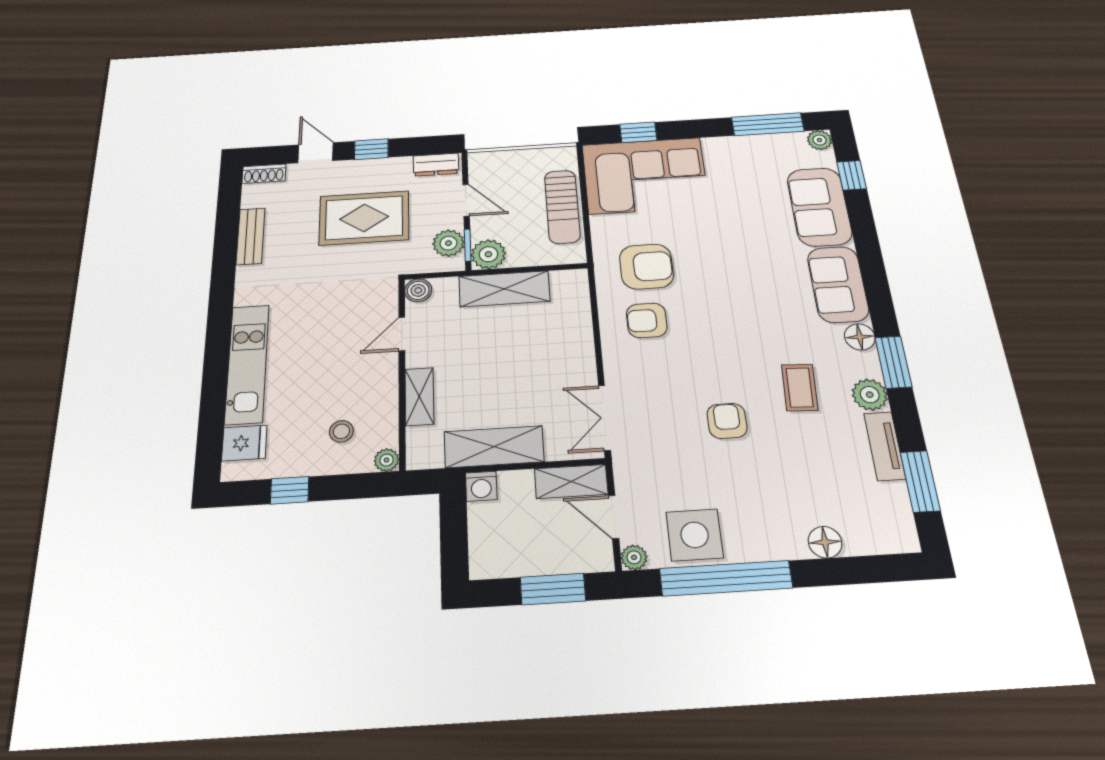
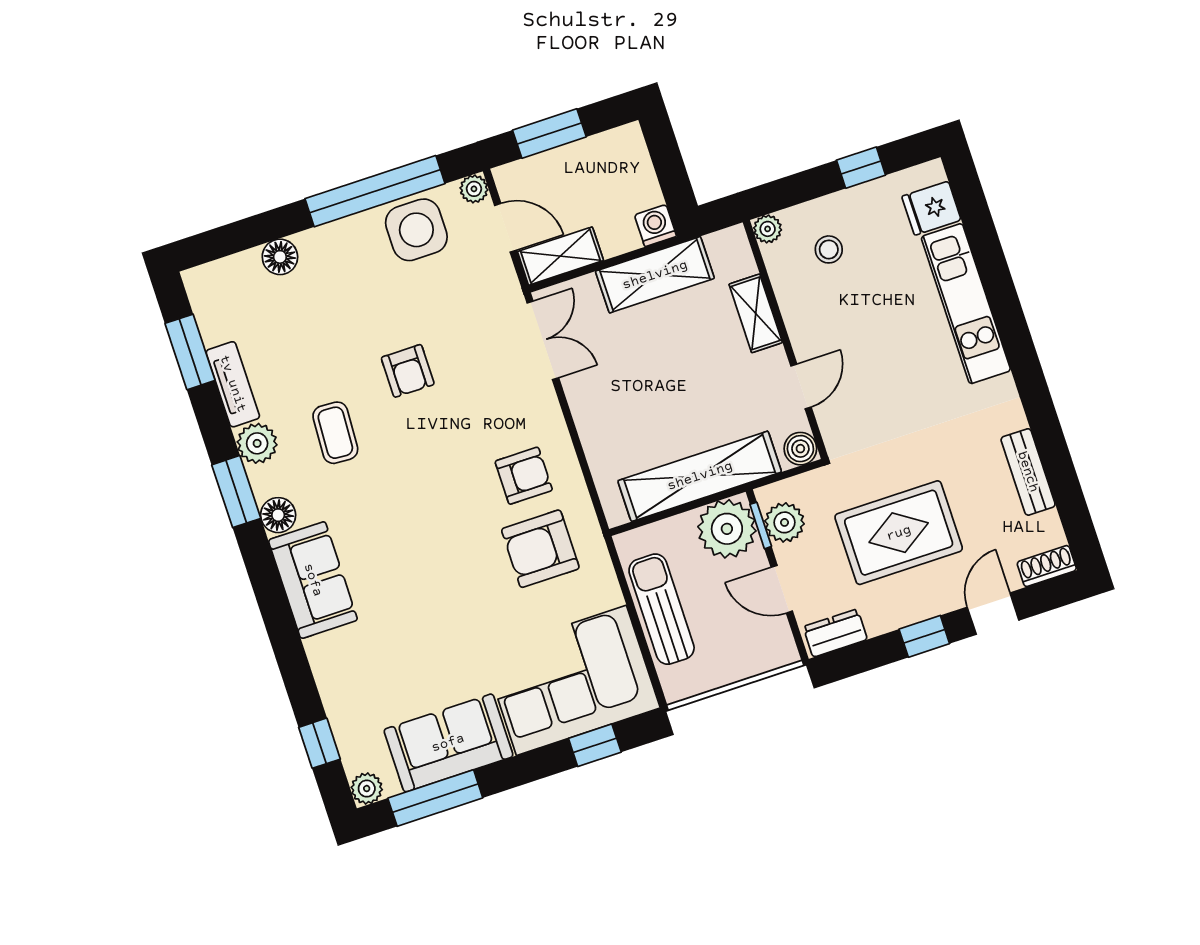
door: (316, 153) -> (993, 614), swing flipped
sofa: (819, 207) -> (448, 743), moved, turned -90
plant: (488, 254) -> (727, 529), width x1.36, depth x1.36
shelving: (504, 289) -> (700, 476), width x1.47

